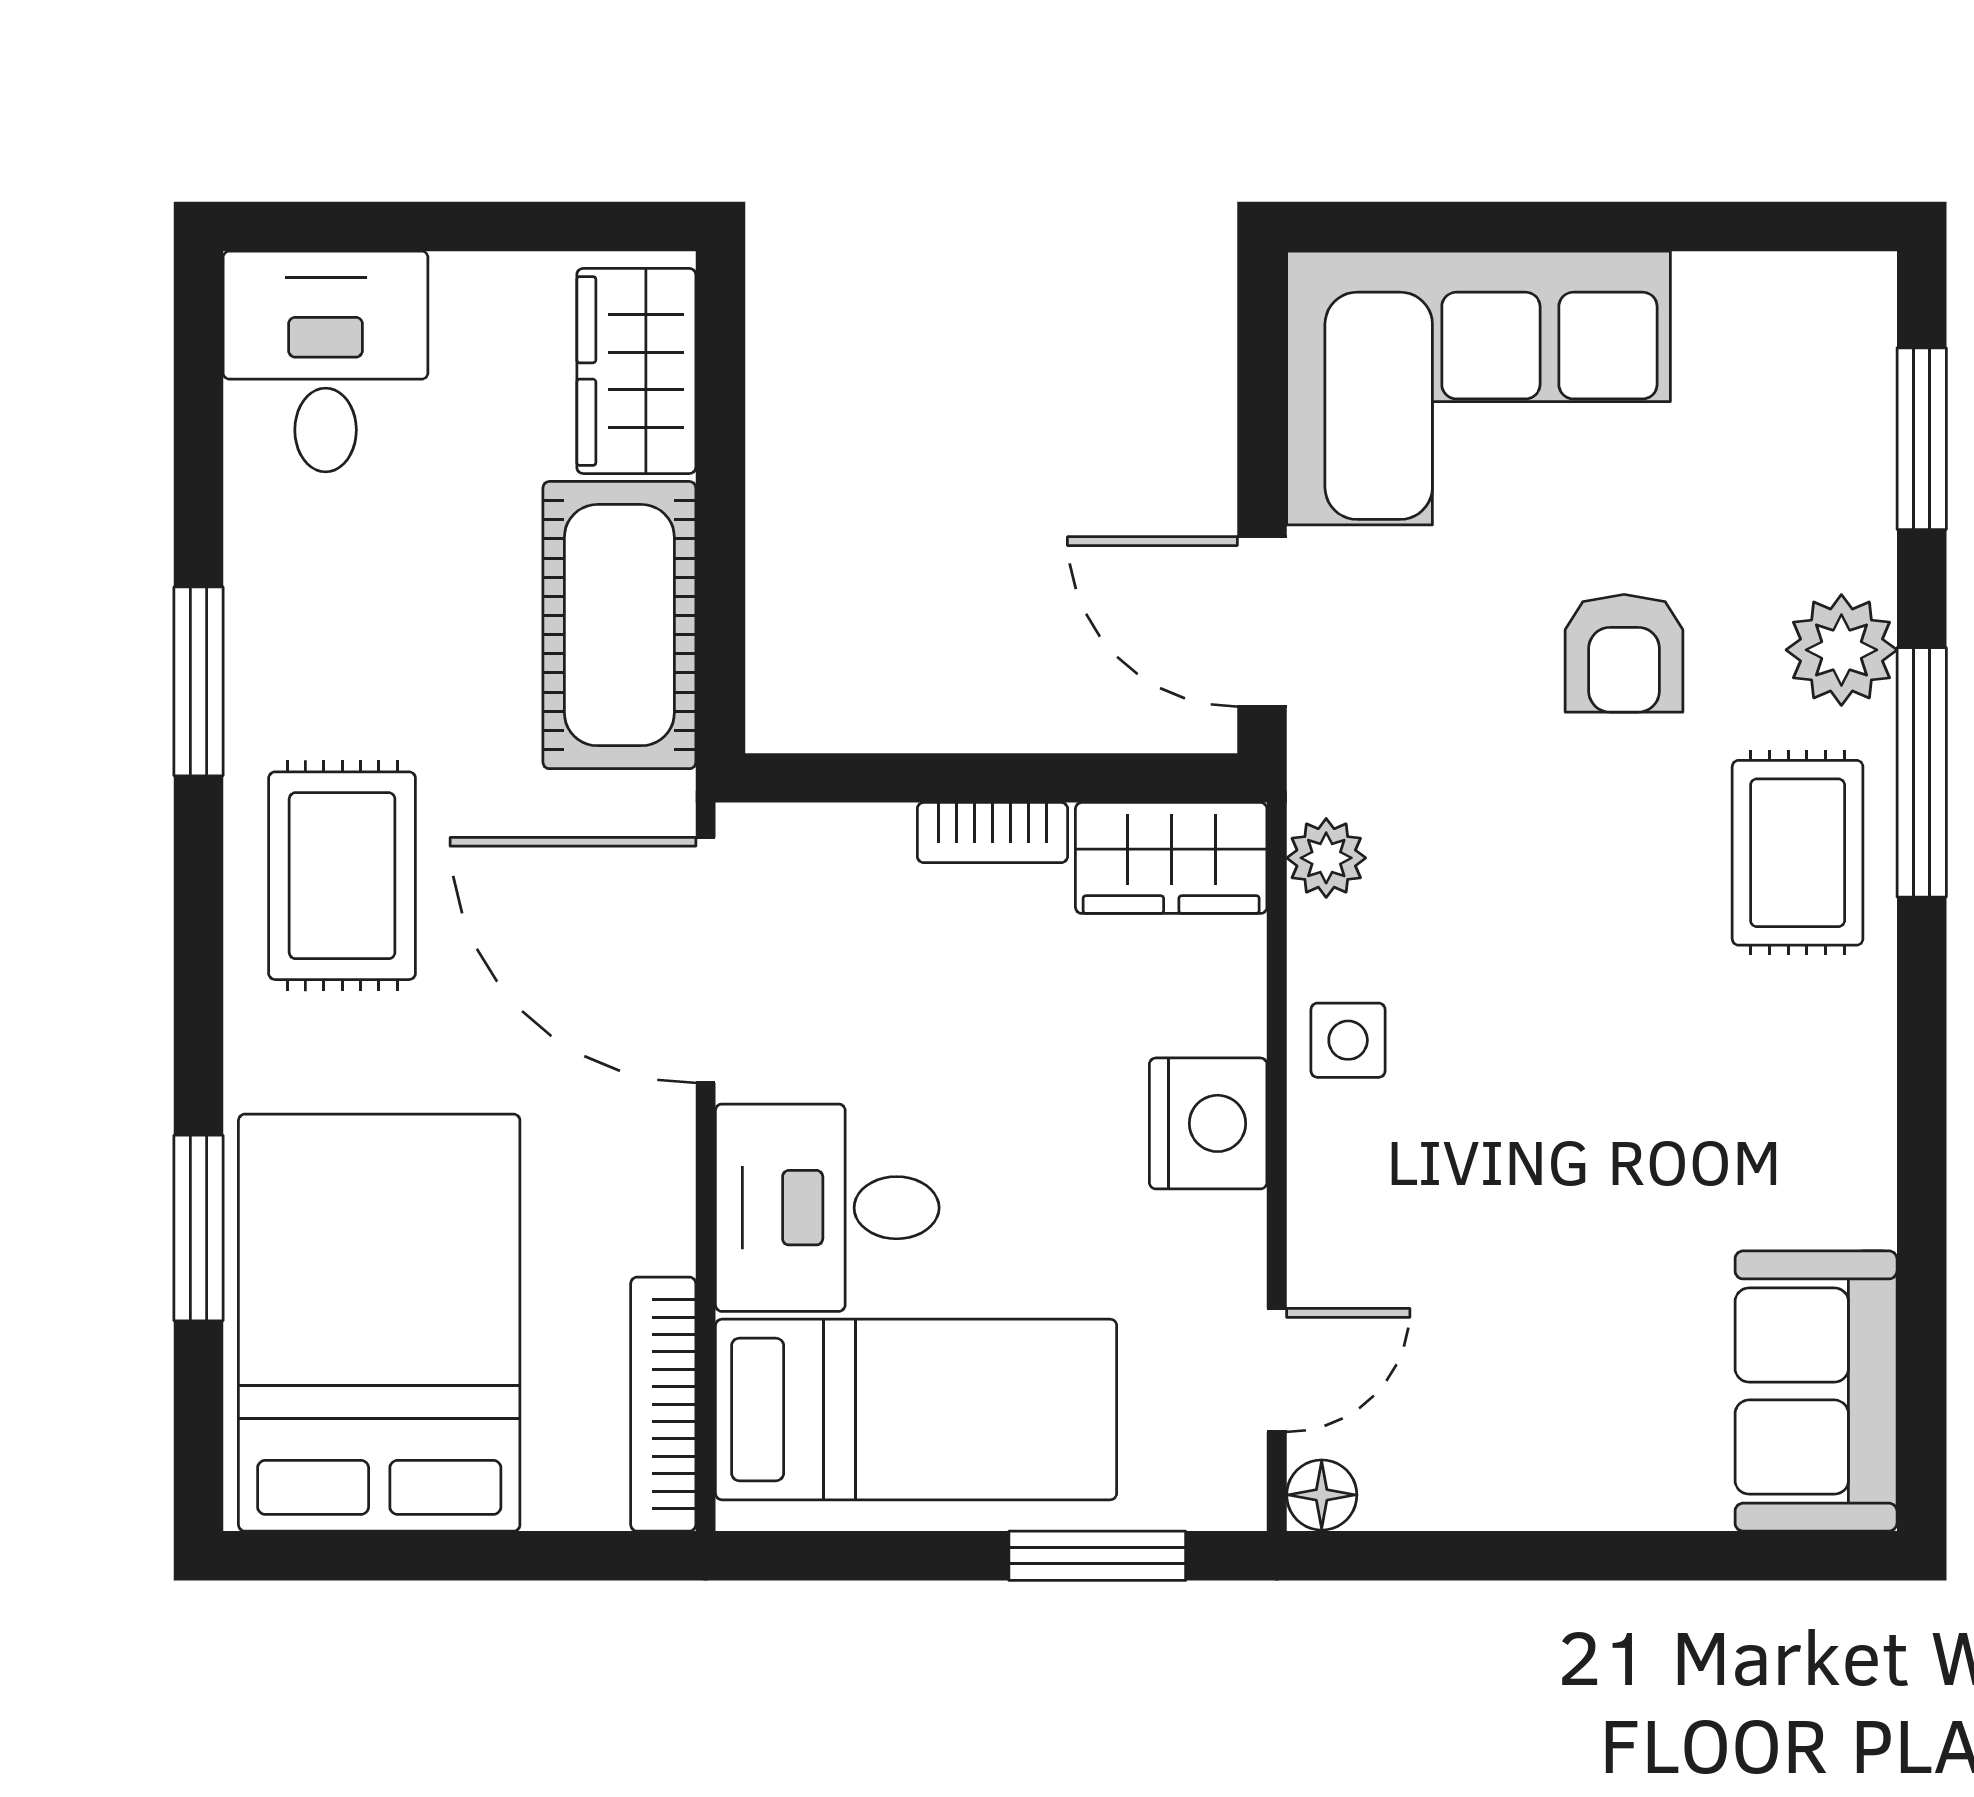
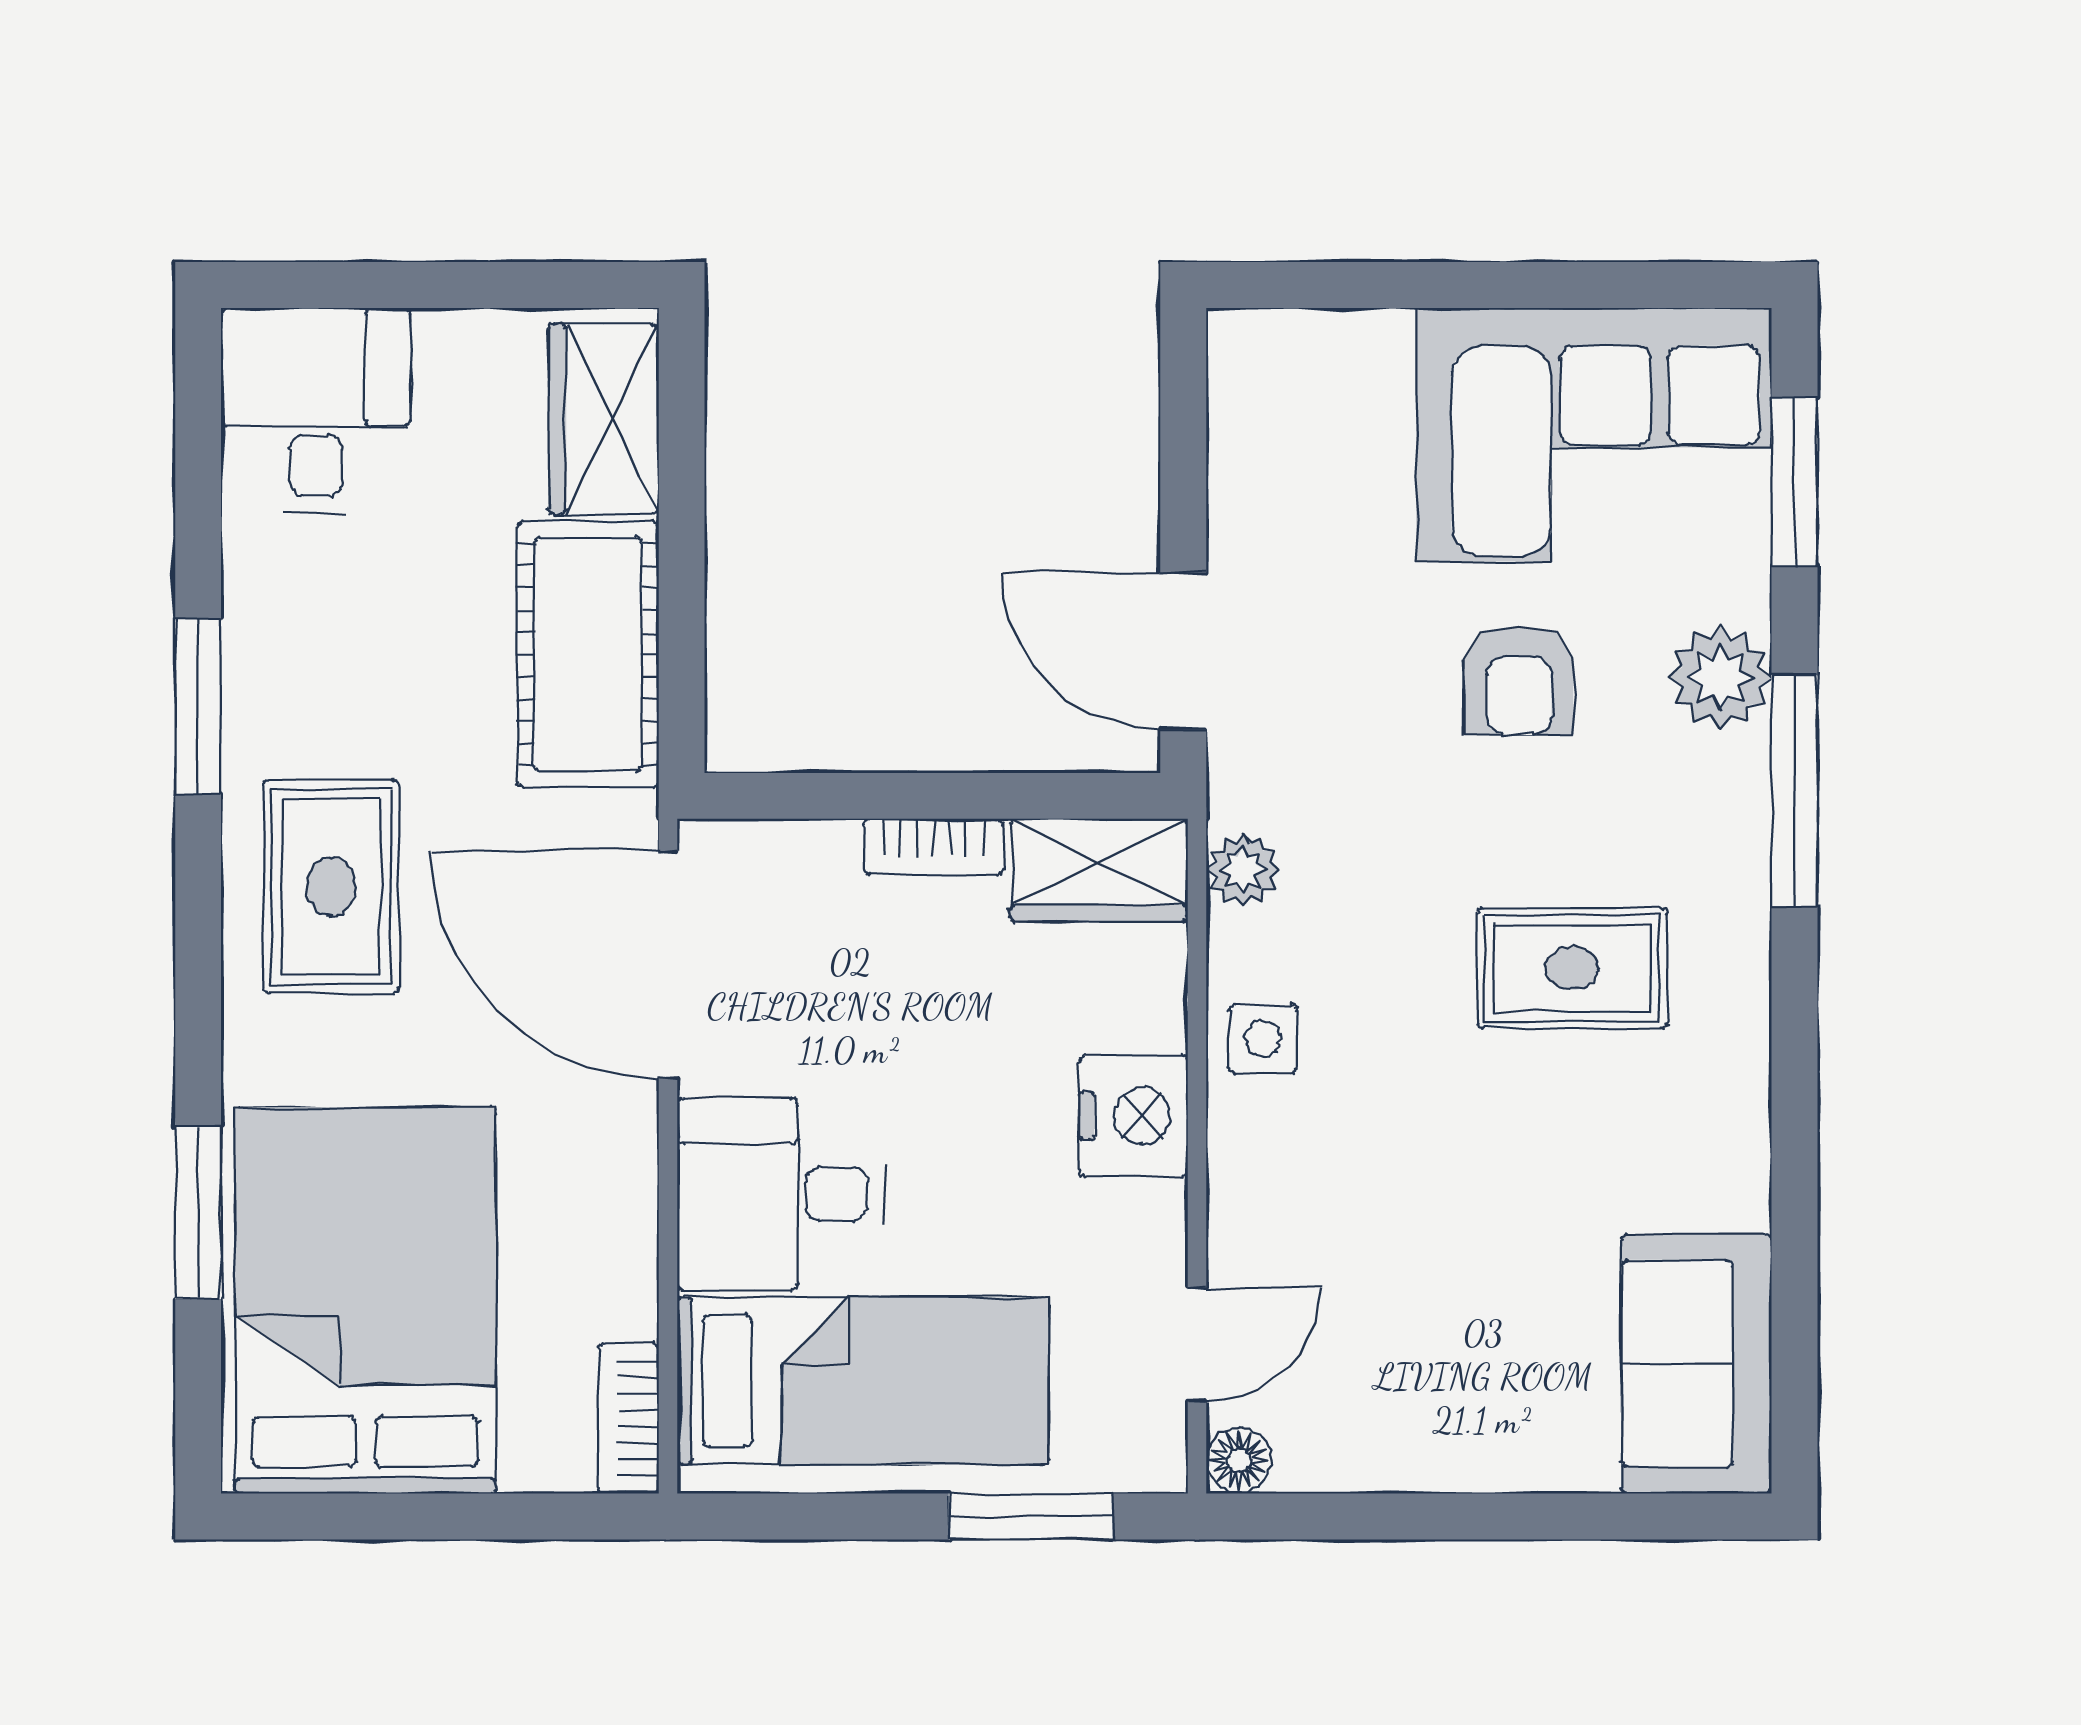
corner sofa: (1478, 388) -> (1594, 435), moved
rug: (1798, 853) -> (1572, 968), moved, turned 90
bookcase: (663, 1404) -> (629, 1418), width x0.64

